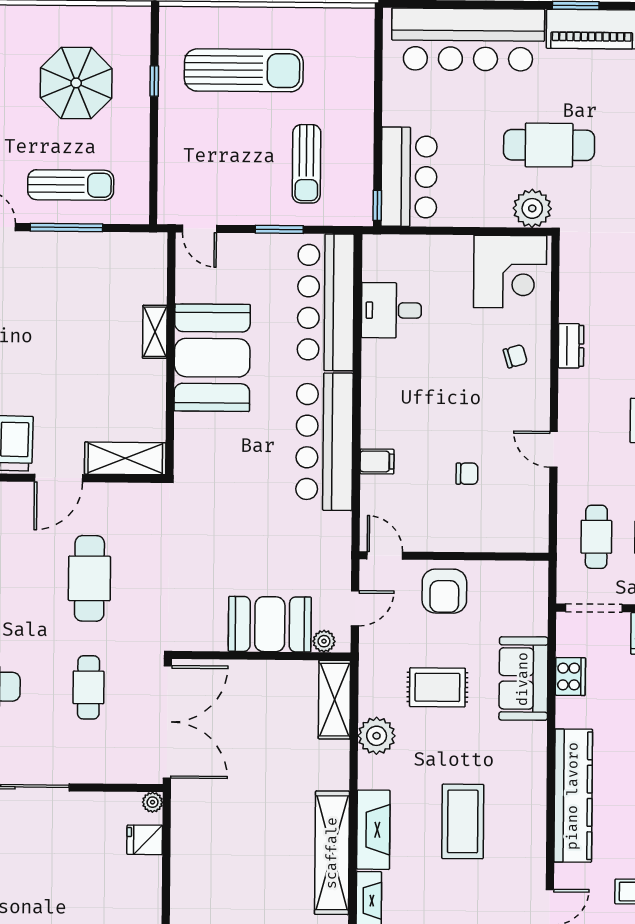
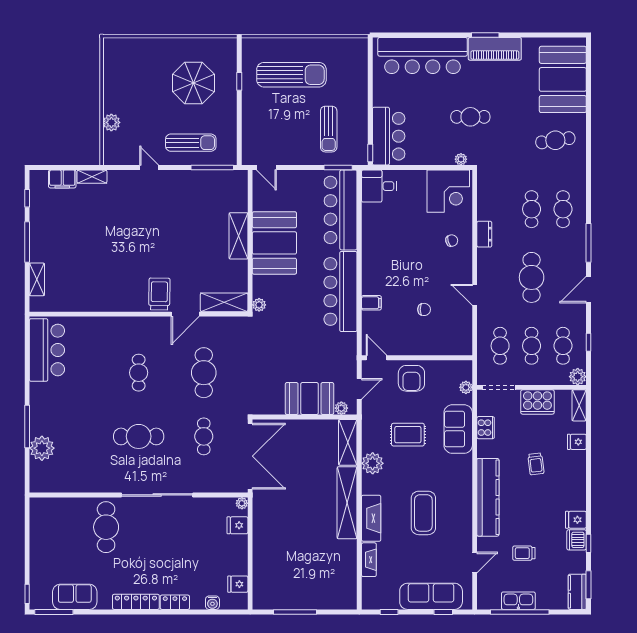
cafe table: (549, 145) -> (470, 117), width x0.73, depth x0.74
plant: (532, 208) -> (461, 159), width x0.53, depth x0.53
window: (66, 228) -> (212, 168), moved
window: (279, 229) -> (338, 168), moved
desk: (391, 310) -> (379, 186), moved
shelving: (155, 332) -> (238, 236), width x1.50, depth x1.33
plant: (185, 463) -> (259, 305), added
plant: (537, 607) -> (466, 387), added
shelving: (332, 853) -> (347, 503), moved

